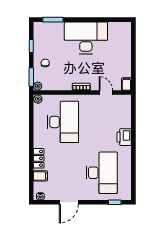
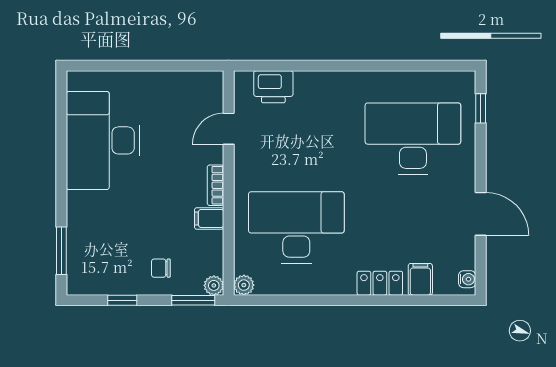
desk: (86, 38) -> (103, 140), moved
filing cabinet: (126, 84) -> (209, 218), moved
printer: (124, 137) -> (273, 87), moved

